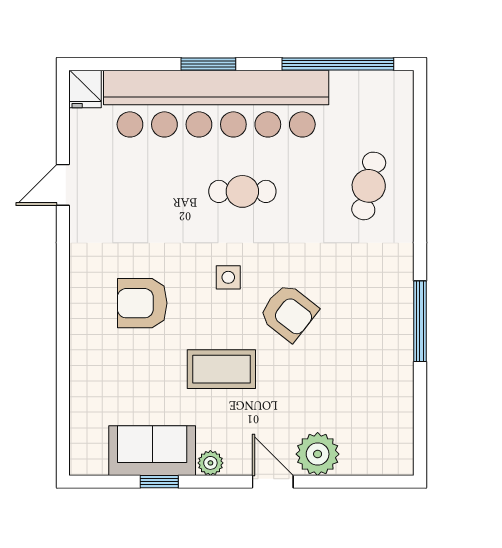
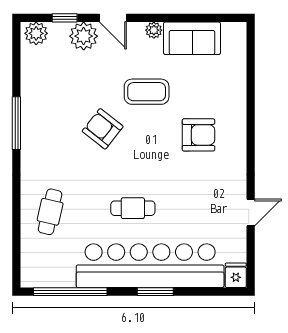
side table: (228, 277) -> (142, 152), removed
plant: (390, 458) -> (36, 33), added
window: (159, 482) -> (65, 18), moved

